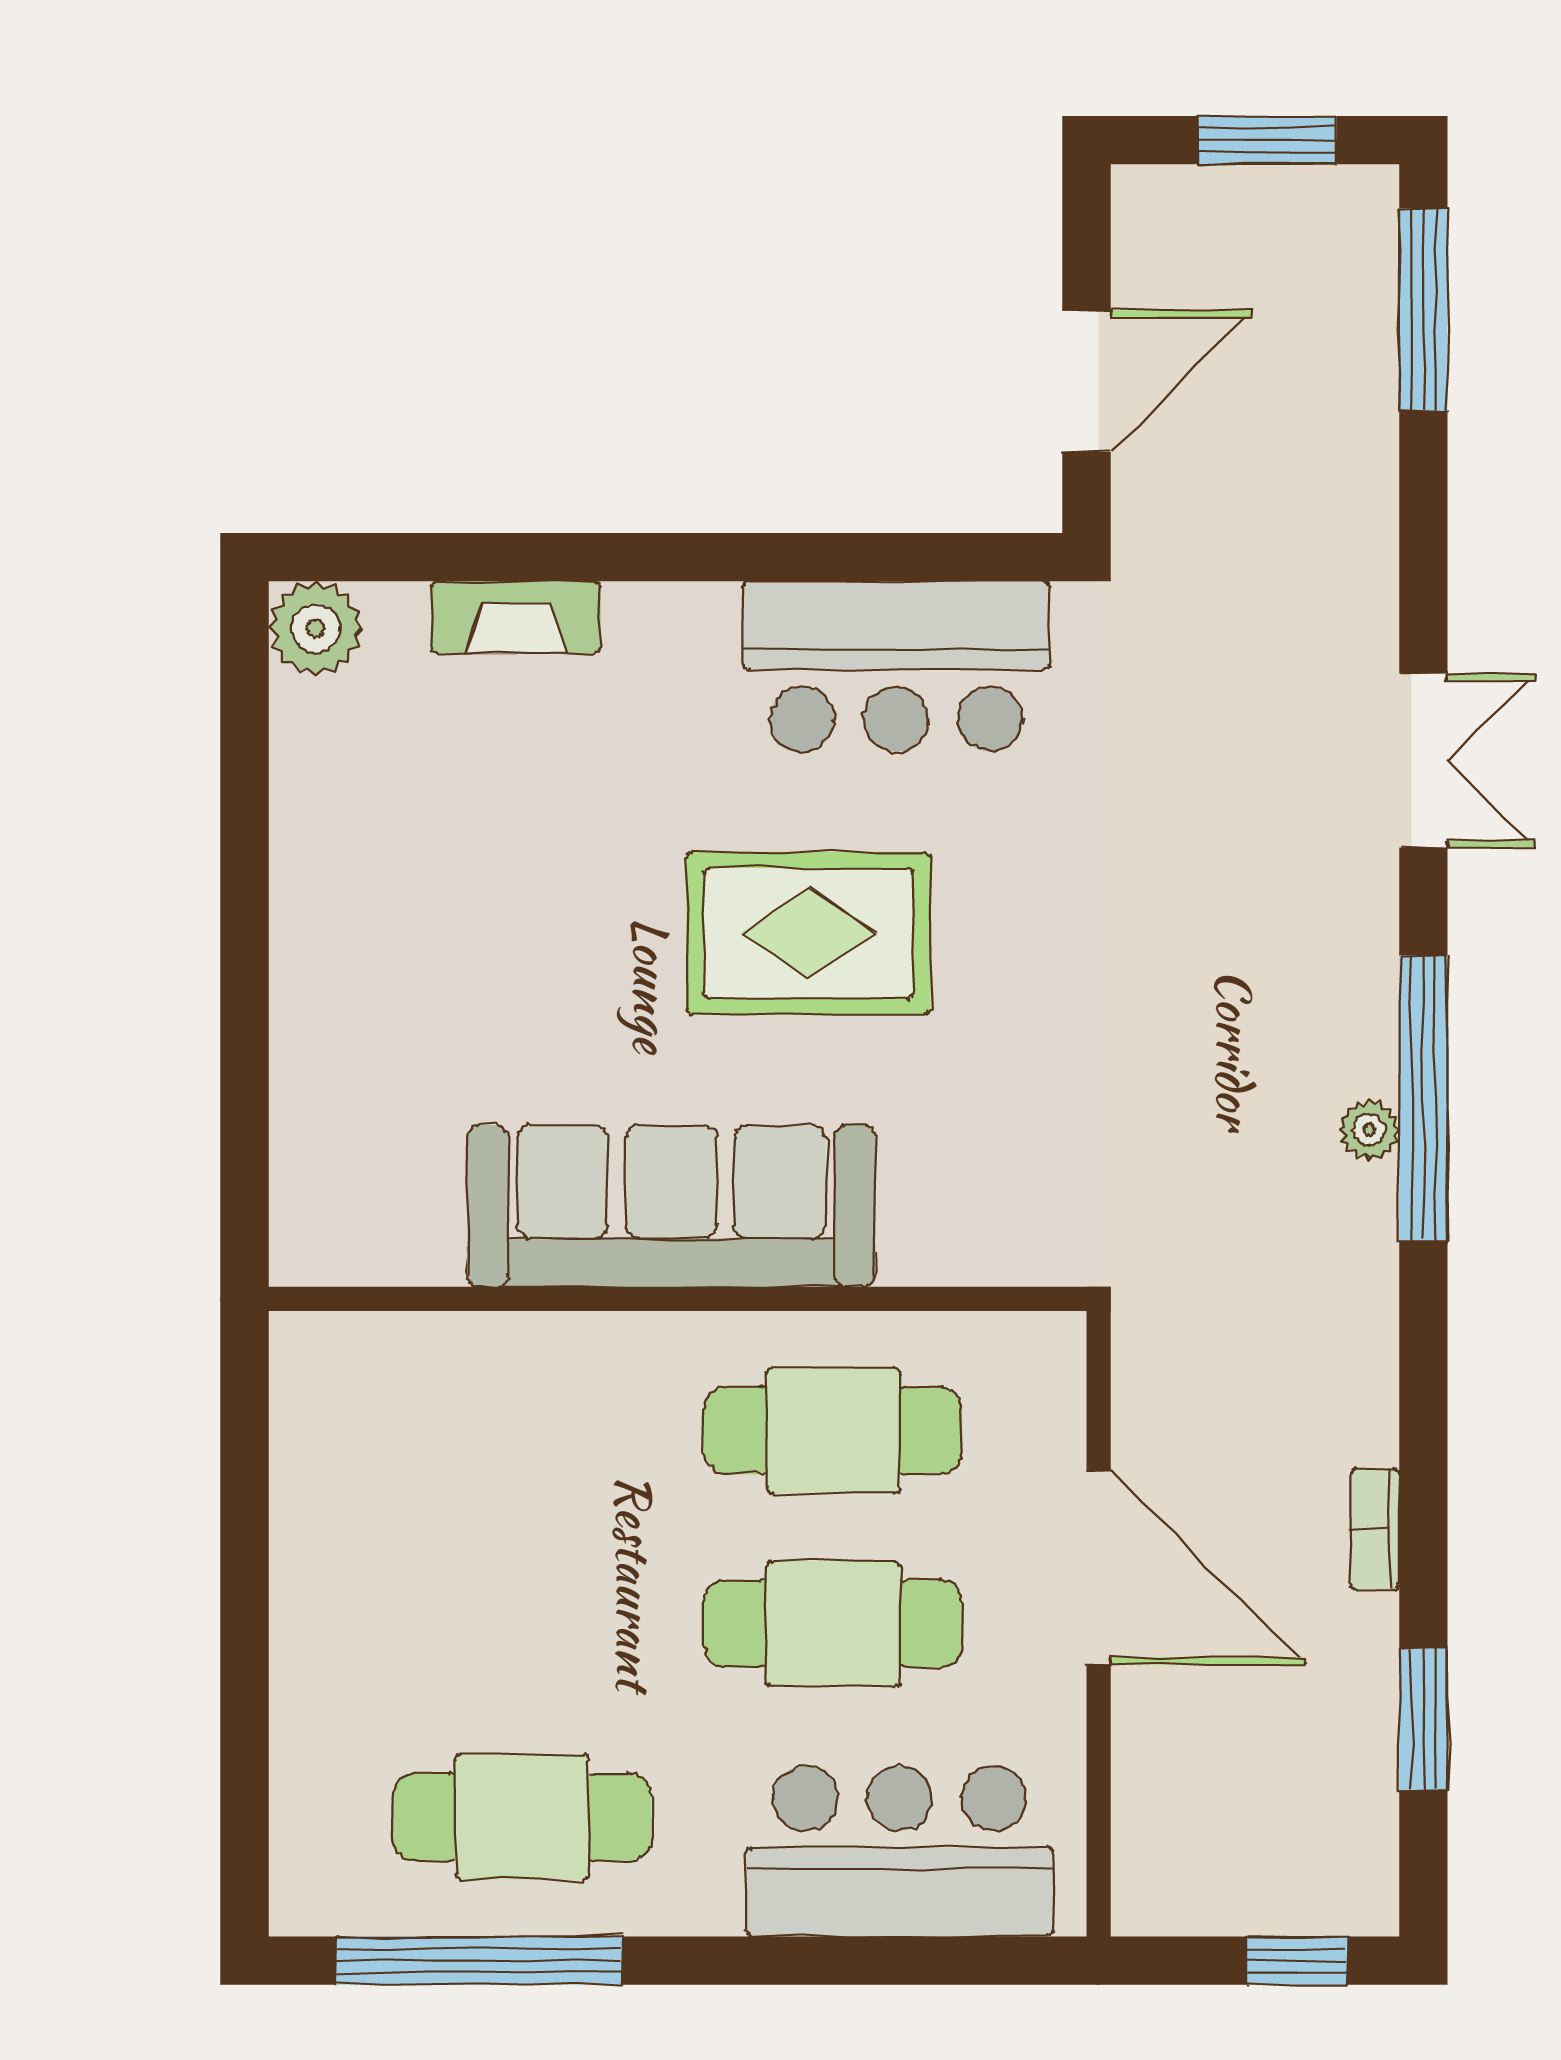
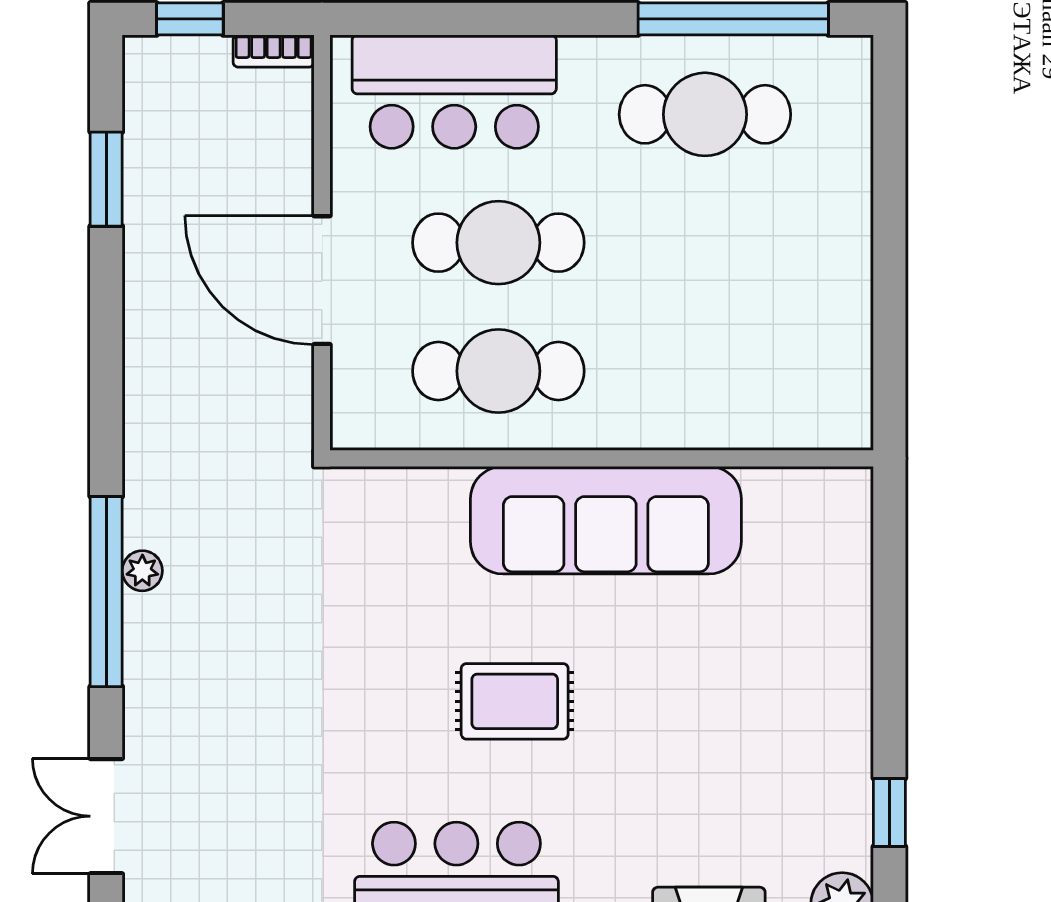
window: (244, 766) -> (889, 812), added
rug: (808, 933) -> (515, 701), width x0.73, depth x0.70
bookcase: (1375, 1529) -> (274, 51), moved, turned 90

